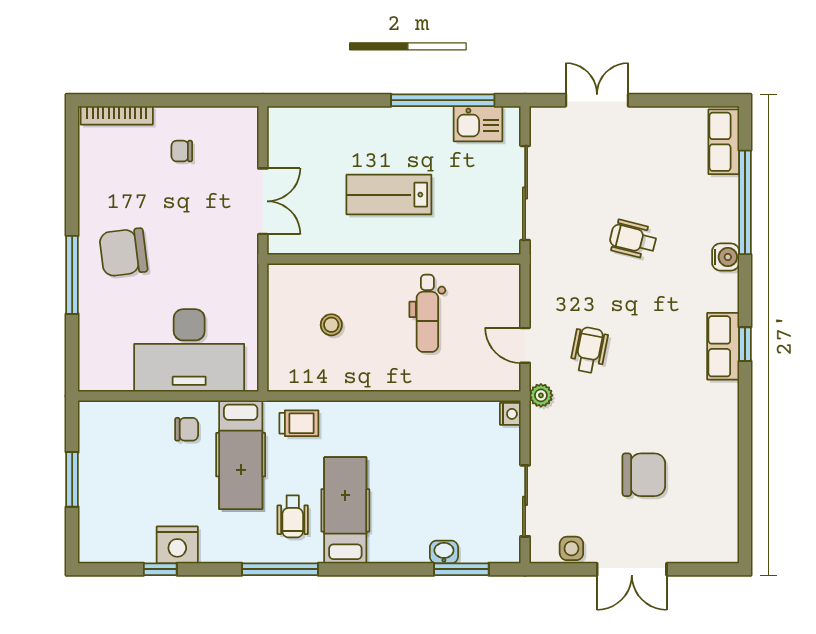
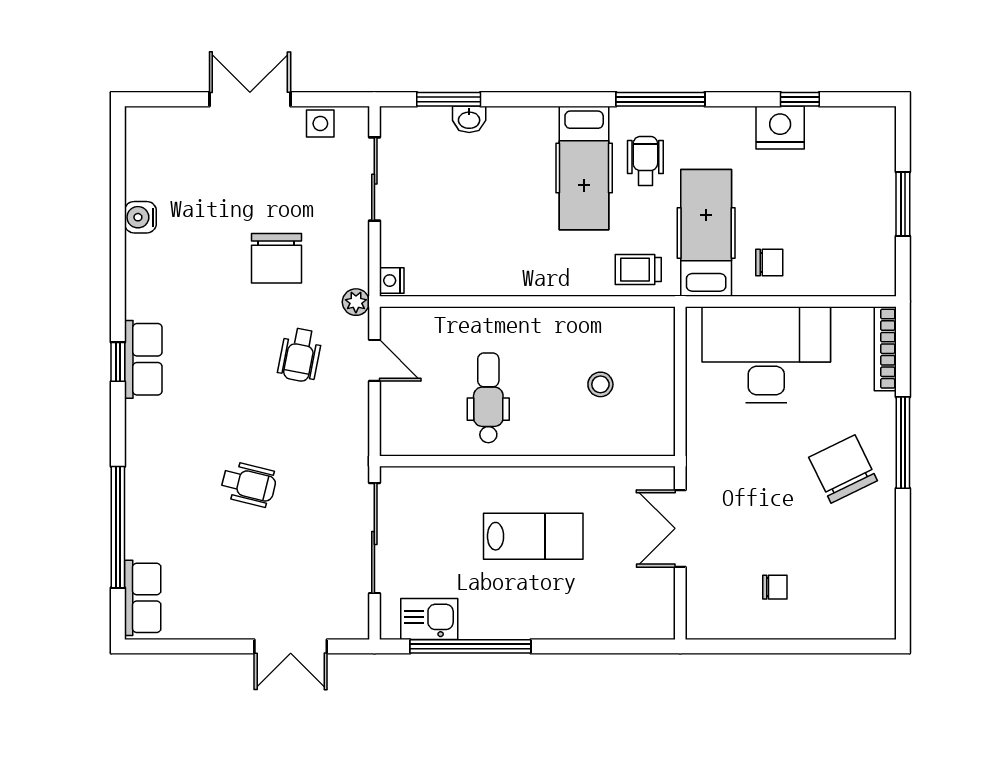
bookcase: (117, 115) -> (885, 349), moved, turned -90
chair: (123, 252) -> (843, 469), turned -109
water cooler: (726, 257) -> (140, 217), moved
chair: (187, 429) -> (769, 262), turned 180
chair: (644, 475) -> (276, 258), moved, turned -90

